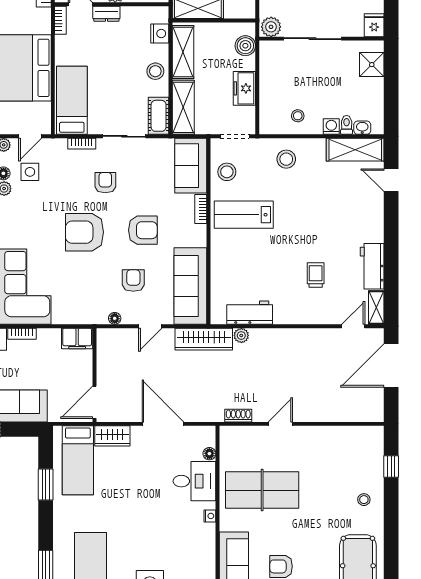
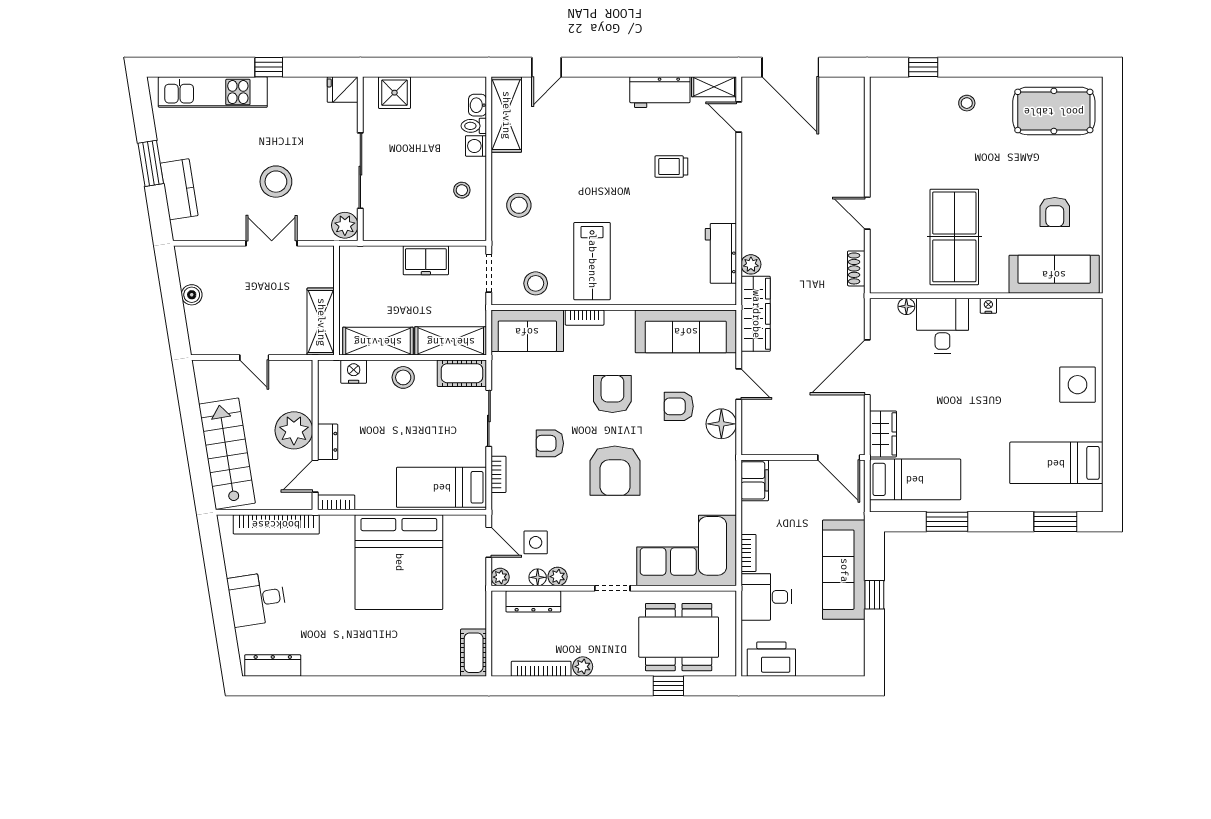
boiler: (245, 46) -> (370, 259), removed
floor lamp: (115, 318) -> (721, 424), width x1.89, depth x1.89

